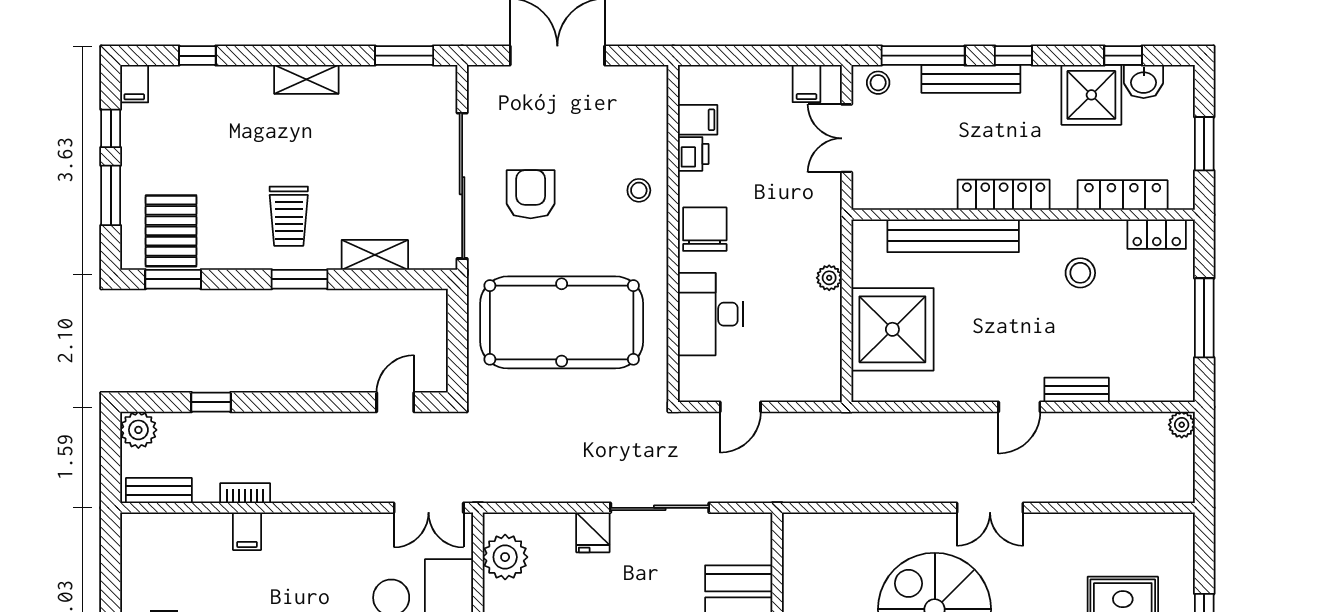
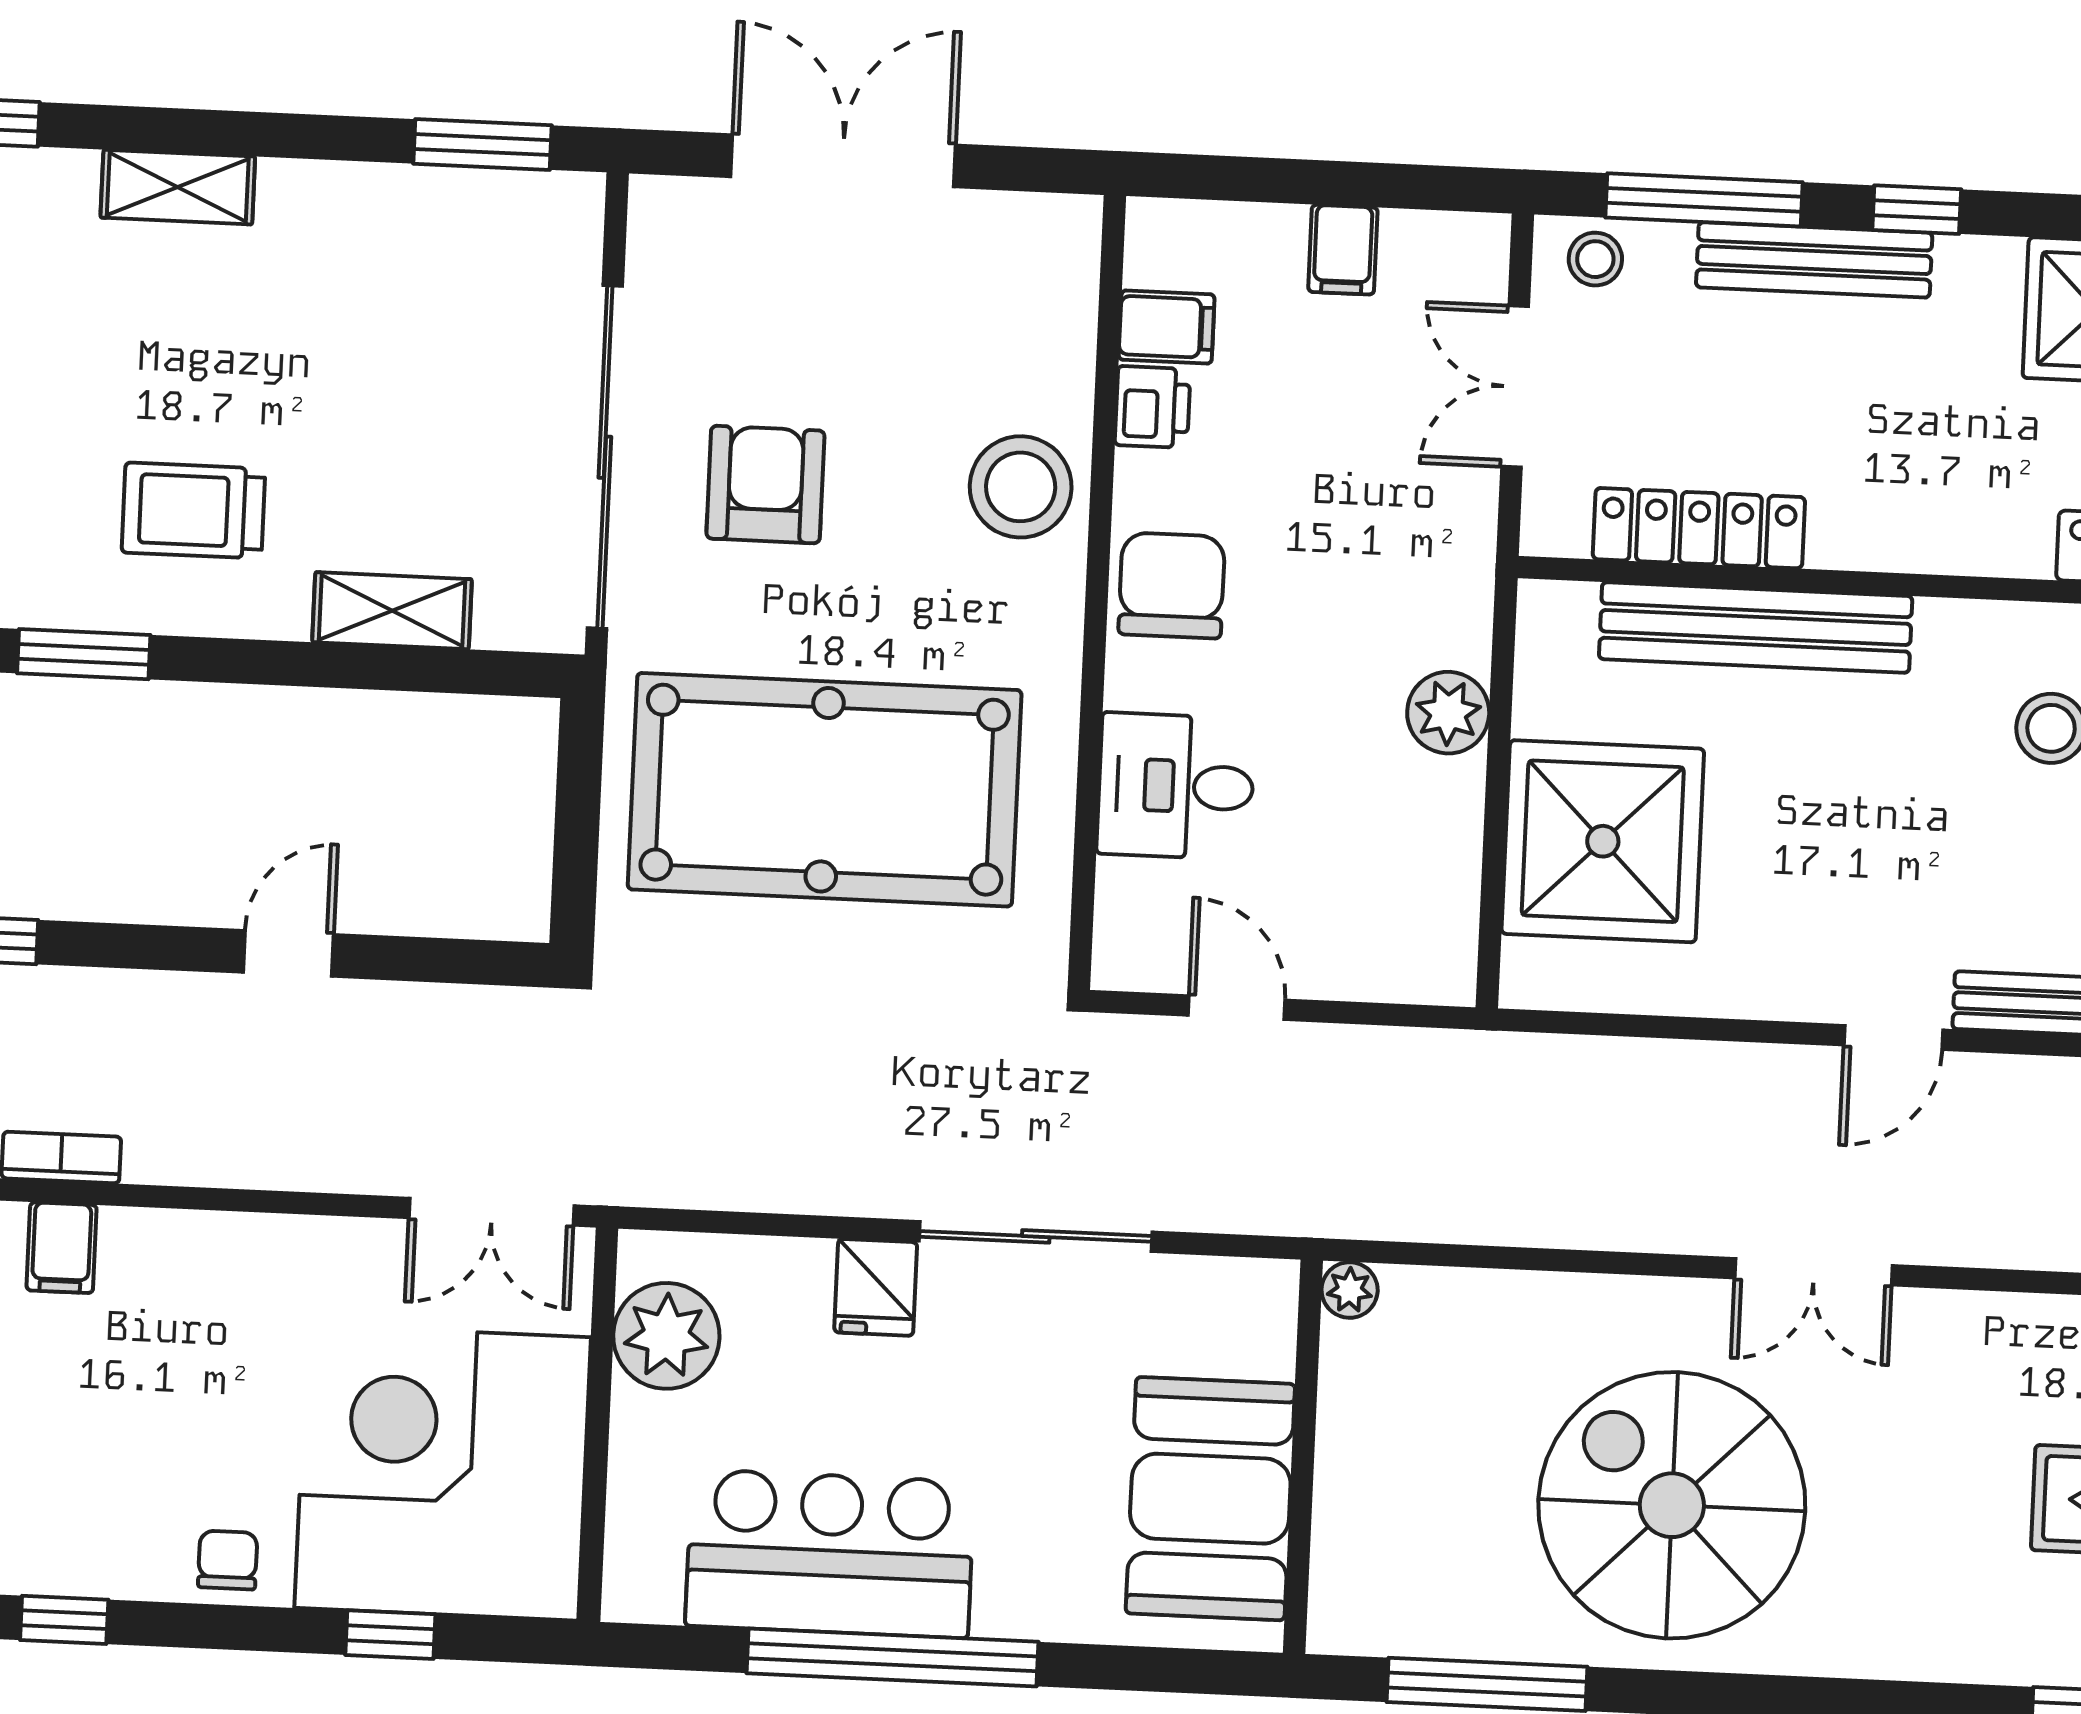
shelving: (306, 79) -> (178, 187), moved
filing cabinet: (807, 84) -> (1343, 250), moved
stool: (639, 190) -> (1021, 487), width x1.89, depth x1.89
locker: (1004, 195) -> (1699, 528), moved
trolley: (289, 216) -> (193, 511), turned 90
plant: (829, 278) -> (1448, 713), width x1.38, depth x1.38
window: (299, 279) -> (84, 654), moved
desk: (710, 314) -> (1176, 786), width x0.73
door: (395, 402) -> (288, 953), moved
door: (740, 407) -> (1237, 1008), swing flipped
plant: (794, 524) -> (1350, 1290), added

